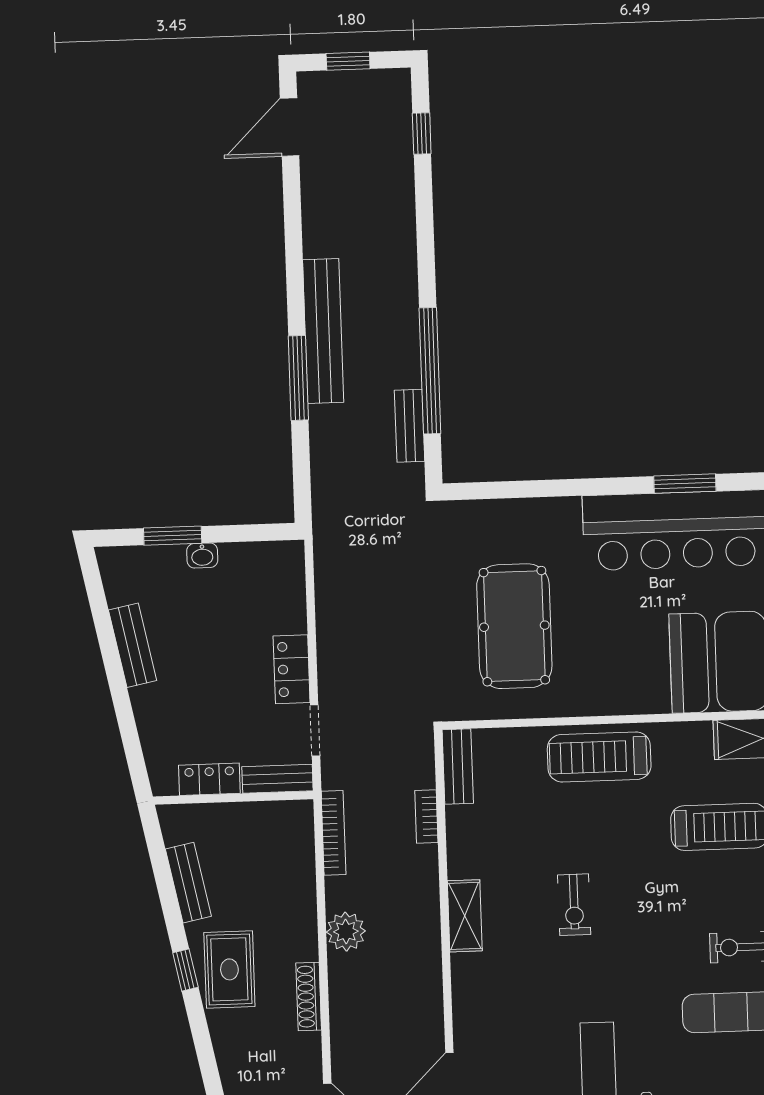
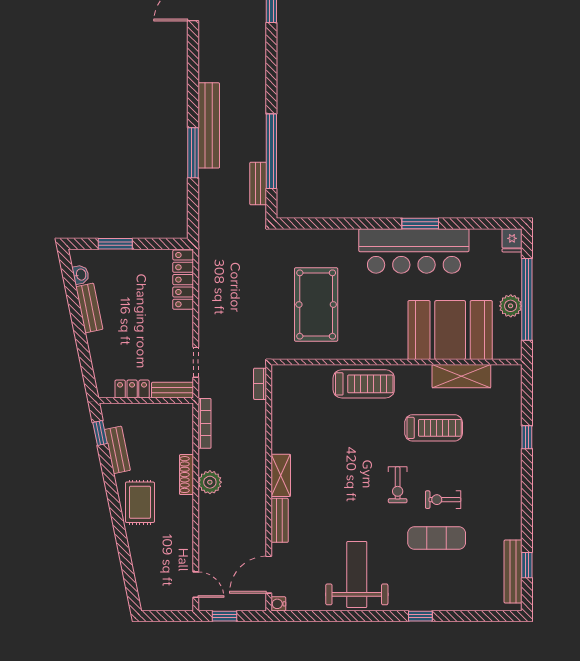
washbasin: (202, 555) -> (81, 275), moved, turned -101
locker: (292, 669) -> (183, 280), moved, width x1.53
treadmill: (599, 757) -> (364, 384), turned 180
bench: (458, 766) -> (280, 520), moved
bookcase: (426, 816) -> (260, 384), moved
exercise bike: (574, 905) -> (398, 485), moved
window: (185, 970) -> (100, 433), moved
shoe rack: (309, 996) -> (186, 475), moved

